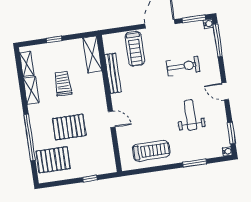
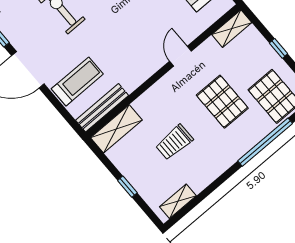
bench: (113, 73) -> (102, 108), moved
shelving: (31, 90) -> (232, 29), moved
window: (90, 179) -> (278, 48), moved

